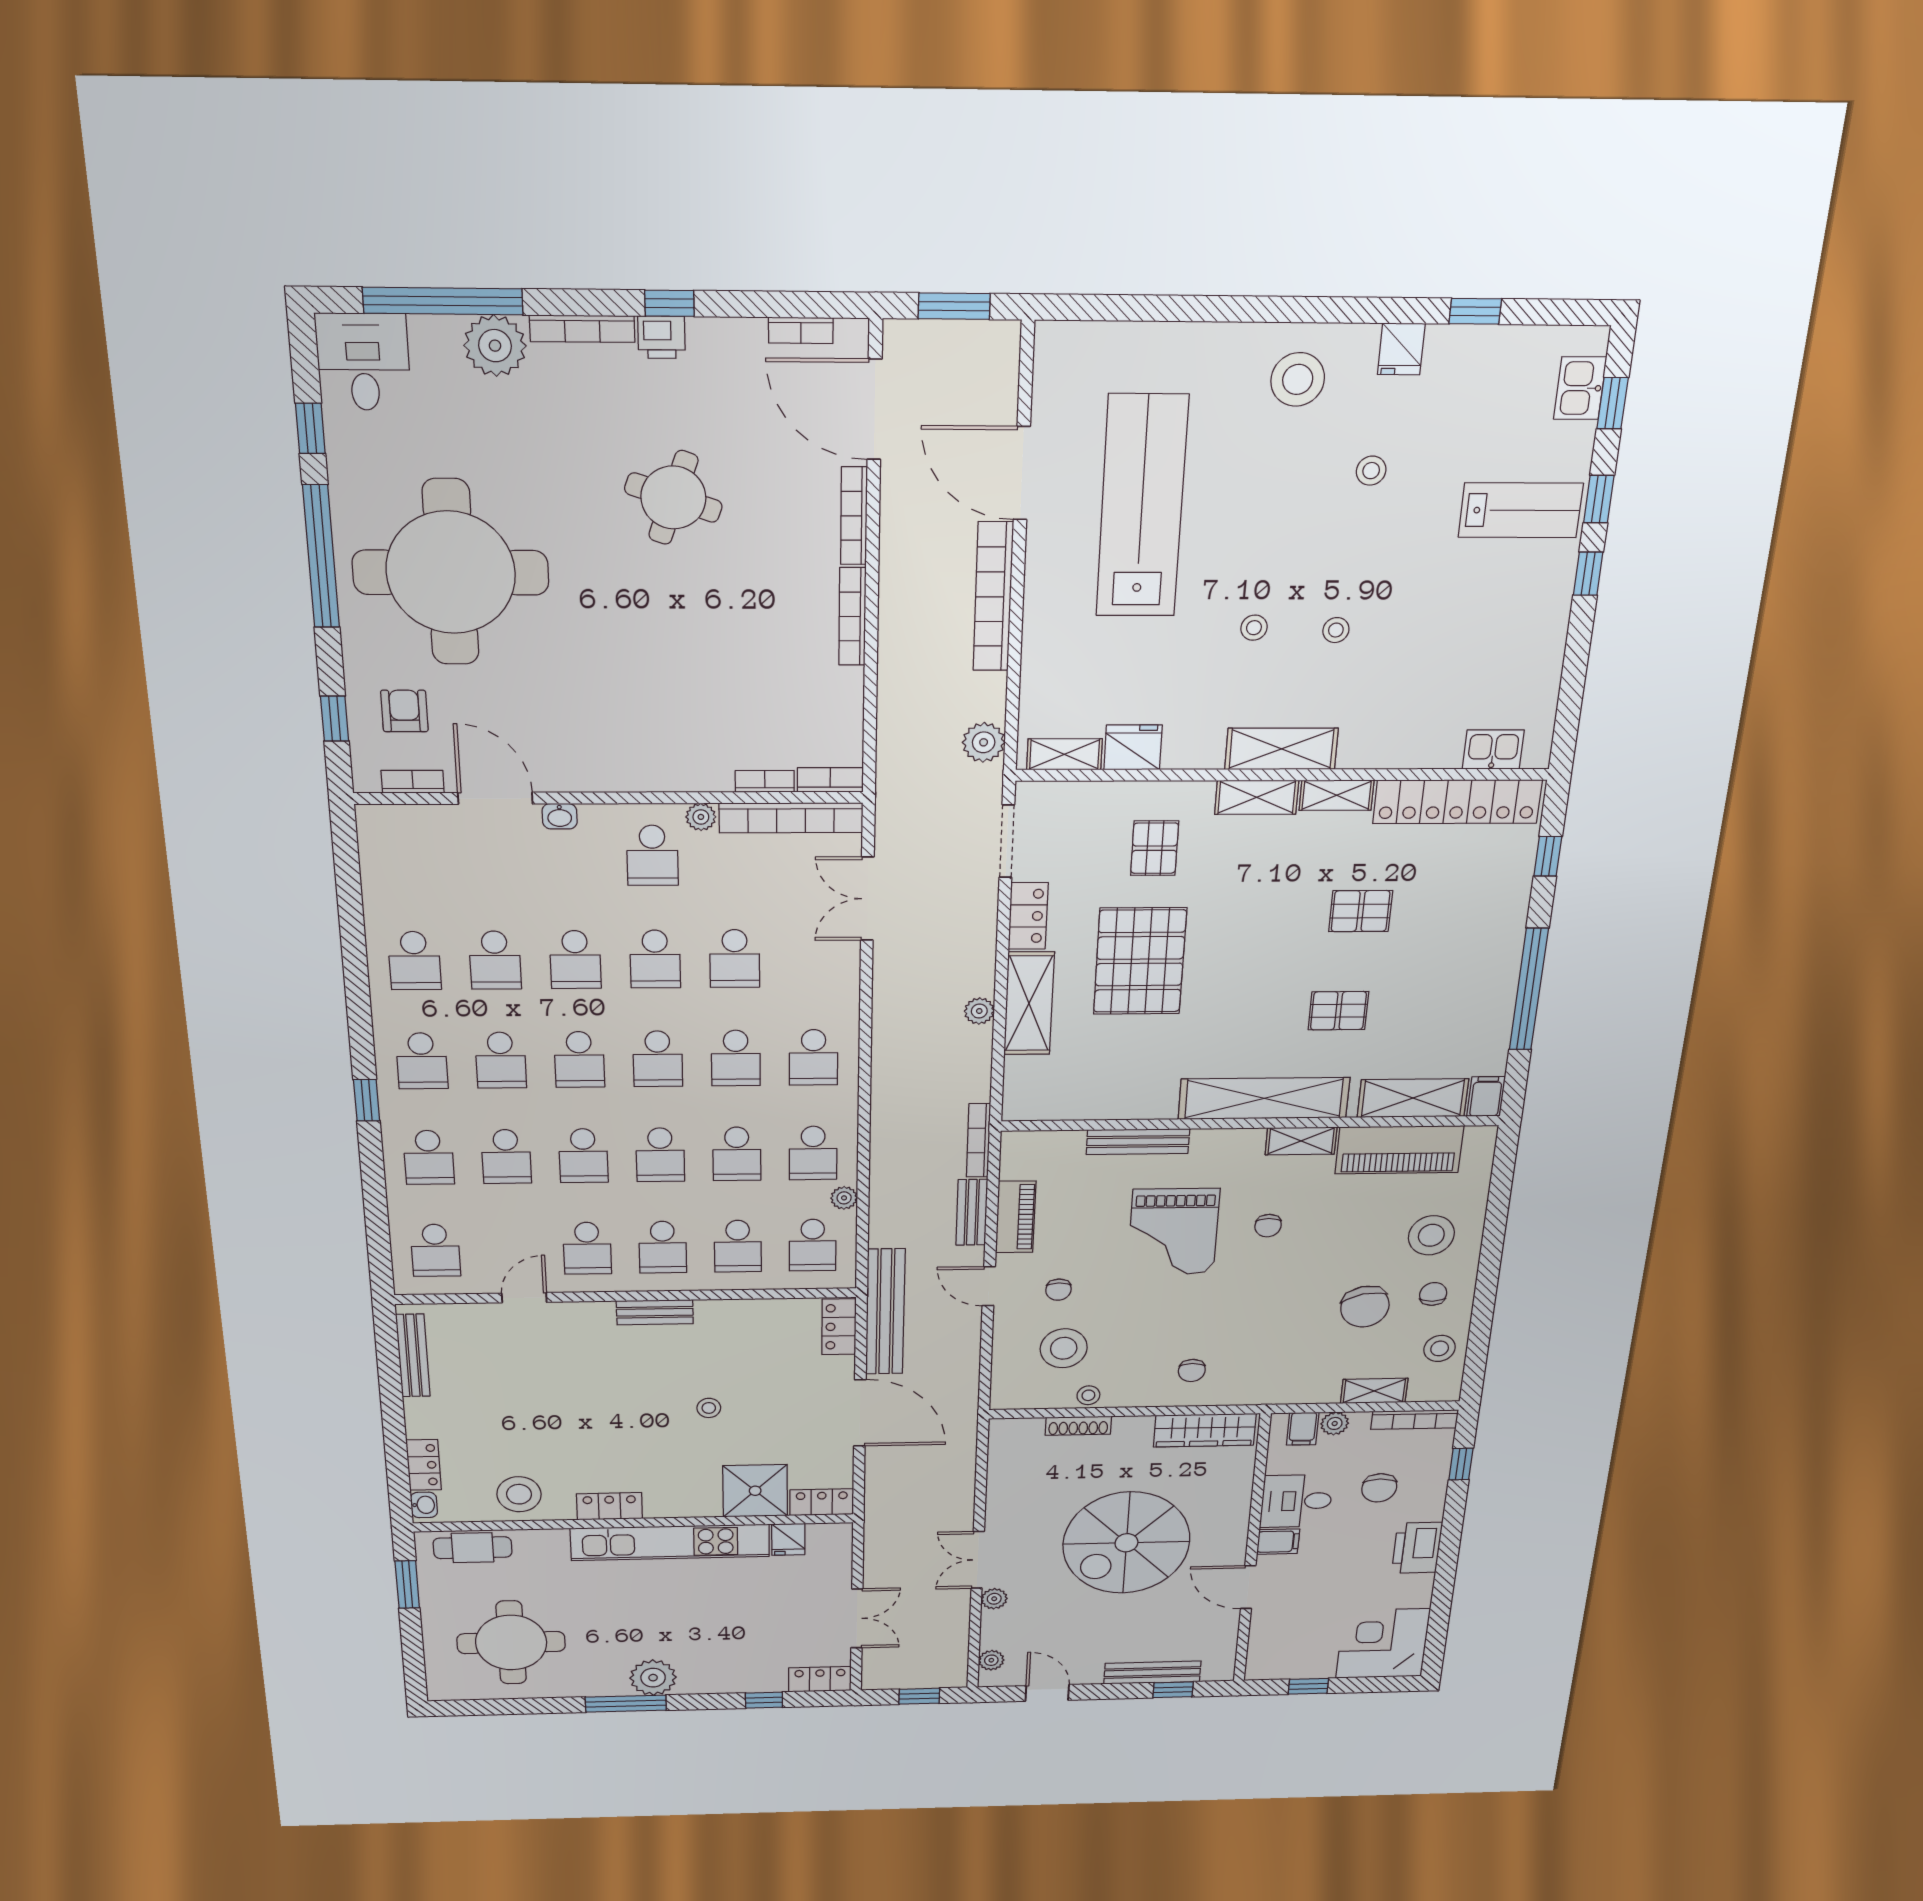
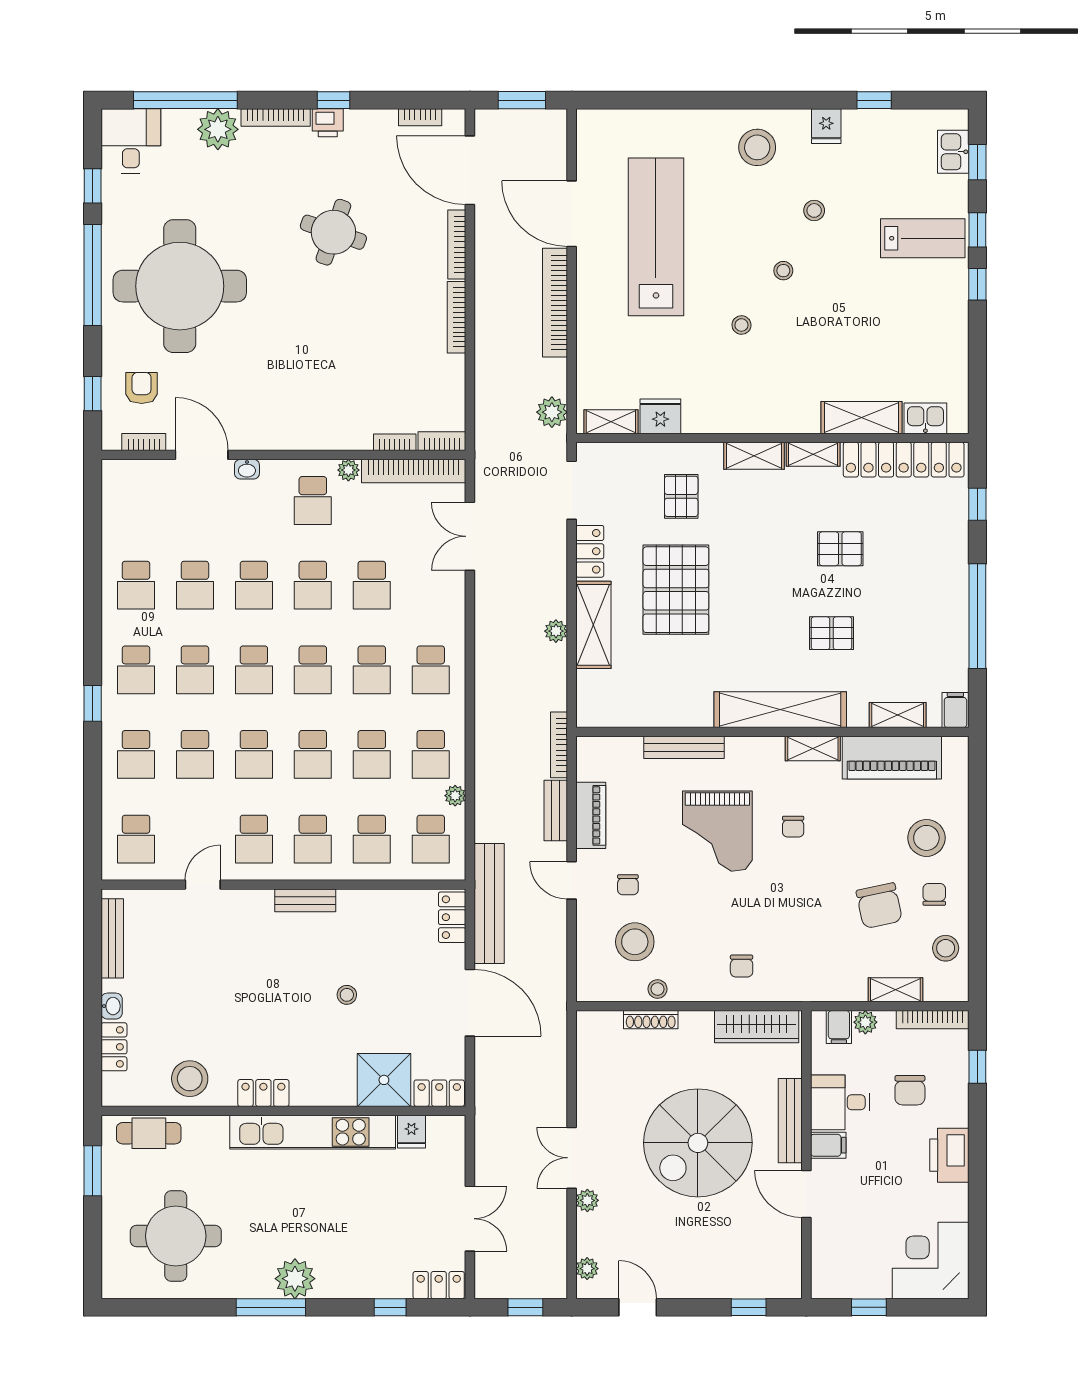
stool: (1336, 630) -> (783, 271), moved
shelving: (1281, 749) -> (862, 418), moved
shelving: (1413, 1098) -> (898, 715), width x0.67, depth x0.75
washbasin: (424, 1505) -> (112, 1006), moved
bench: (1152, 1673) -> (790, 1121), moved, turned 90

